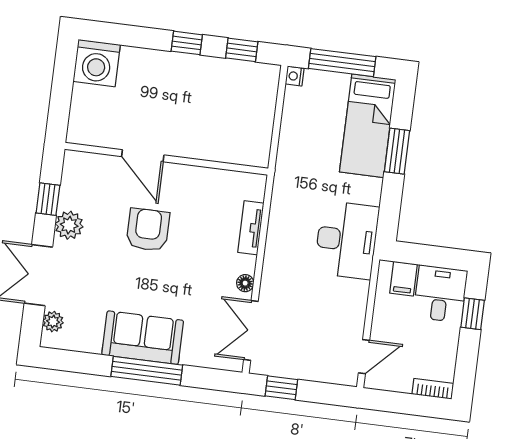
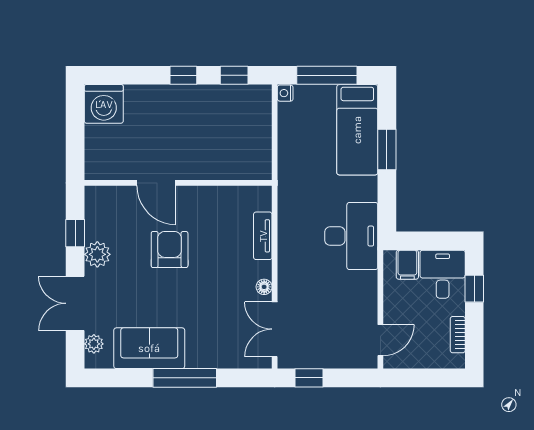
sofa: (143, 338) -> (149, 348), moved
bookcase: (433, 389) -> (458, 335), moved, turned -90

